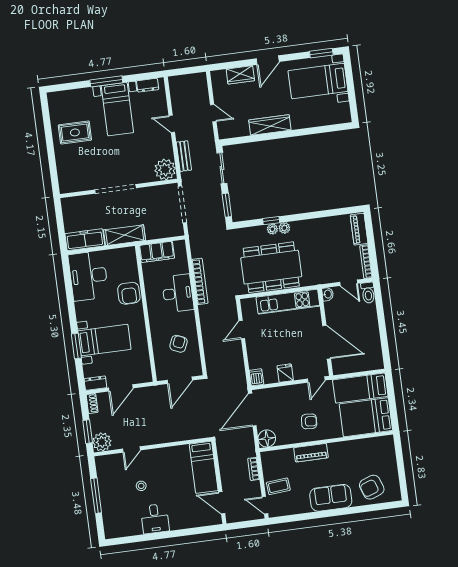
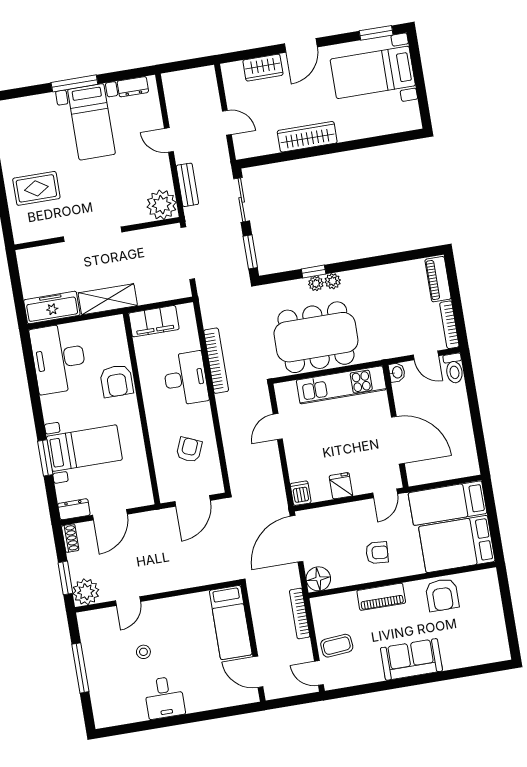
rug: (75, 132) -> (36, 188), moved
bookcase: (254, 469) -> (300, 614), width x1.56
armchair: (372, 487) -> (442, 595), moved, turned -70

